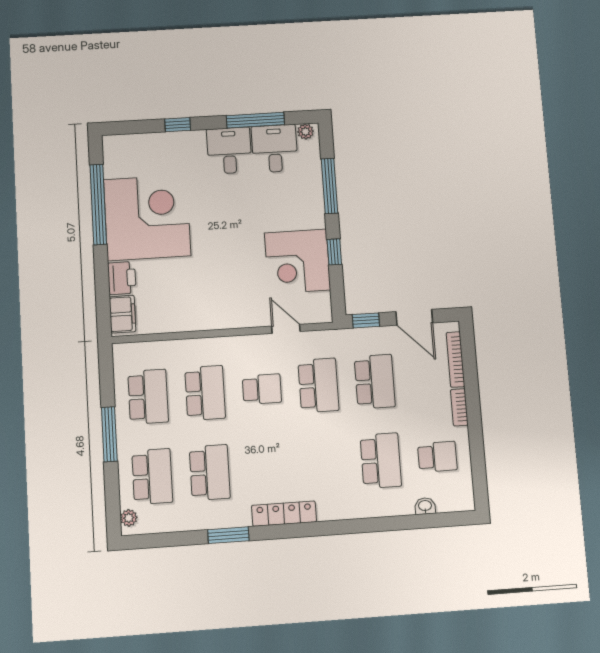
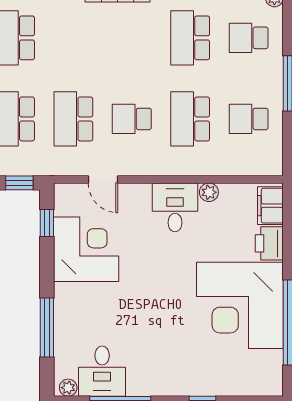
desk: (229, 151) -> (175, 207), moved, turned 180
window: (334, 252) -> (47, 223), moved
plant: (183, 323) -> (209, 192), added
school desk: (148, 397) -> (249, 119), width x0.54
school desk: (152, 477) -> (249, 38), width x0.54

